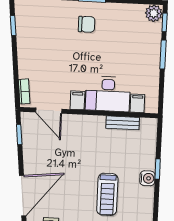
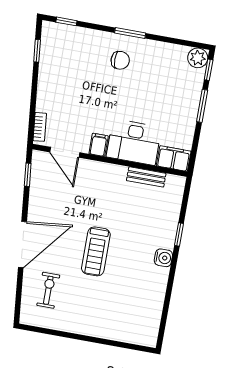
filing cabinet: (137, 103) -> (174, 158), width x2.00
water cooler: (147, 178) -> (163, 258), moved
treadmill: (107, 194) -> (96, 251), moved

